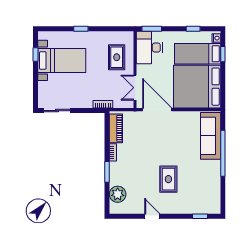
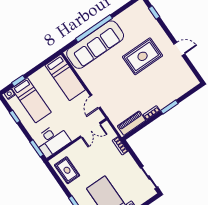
rug: (117, 57) -> (67, 170), moved, turned 90
bed: (197, 87) -> (65, 77), width x0.49
door: (157, 110) -> (95, 102), width x0.53
sofa: (211, 136) -> (95, 45), width x1.36, depth x1.27
rug: (168, 179) -> (143, 56), width x1.36, depth x1.43
plant: (118, 194) -> (181, 87), removed
door: (152, 216) -> (179, 49), swing flipped

